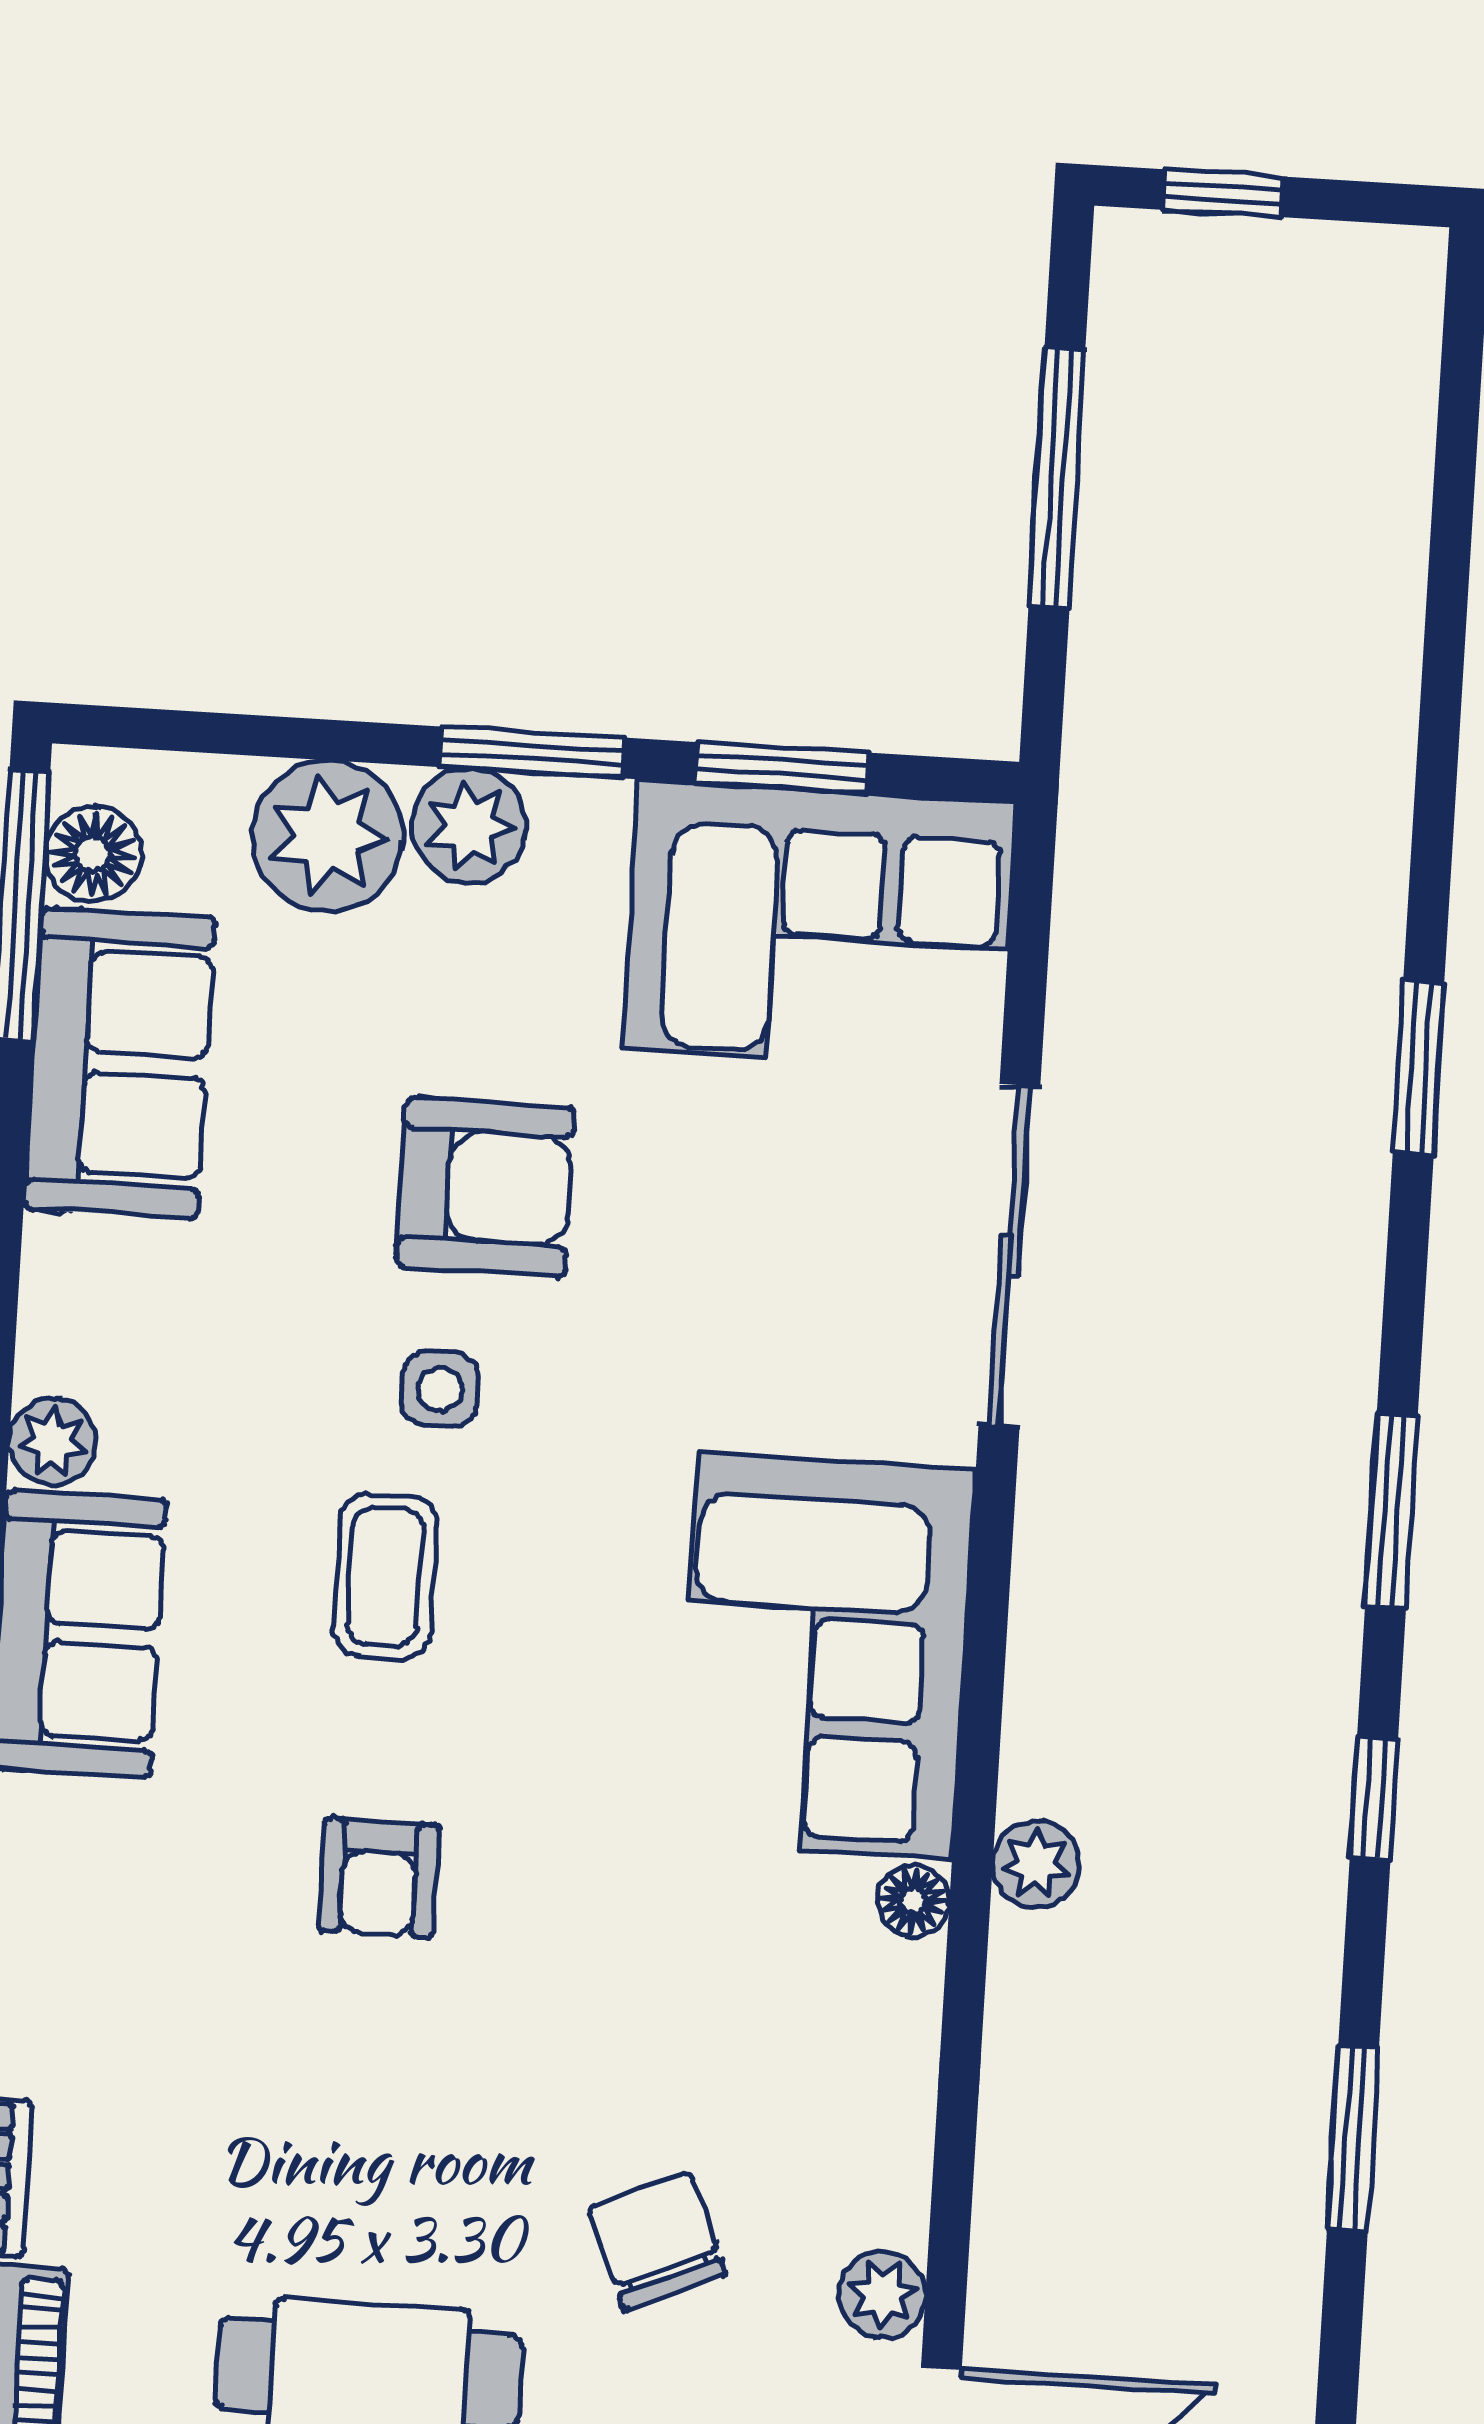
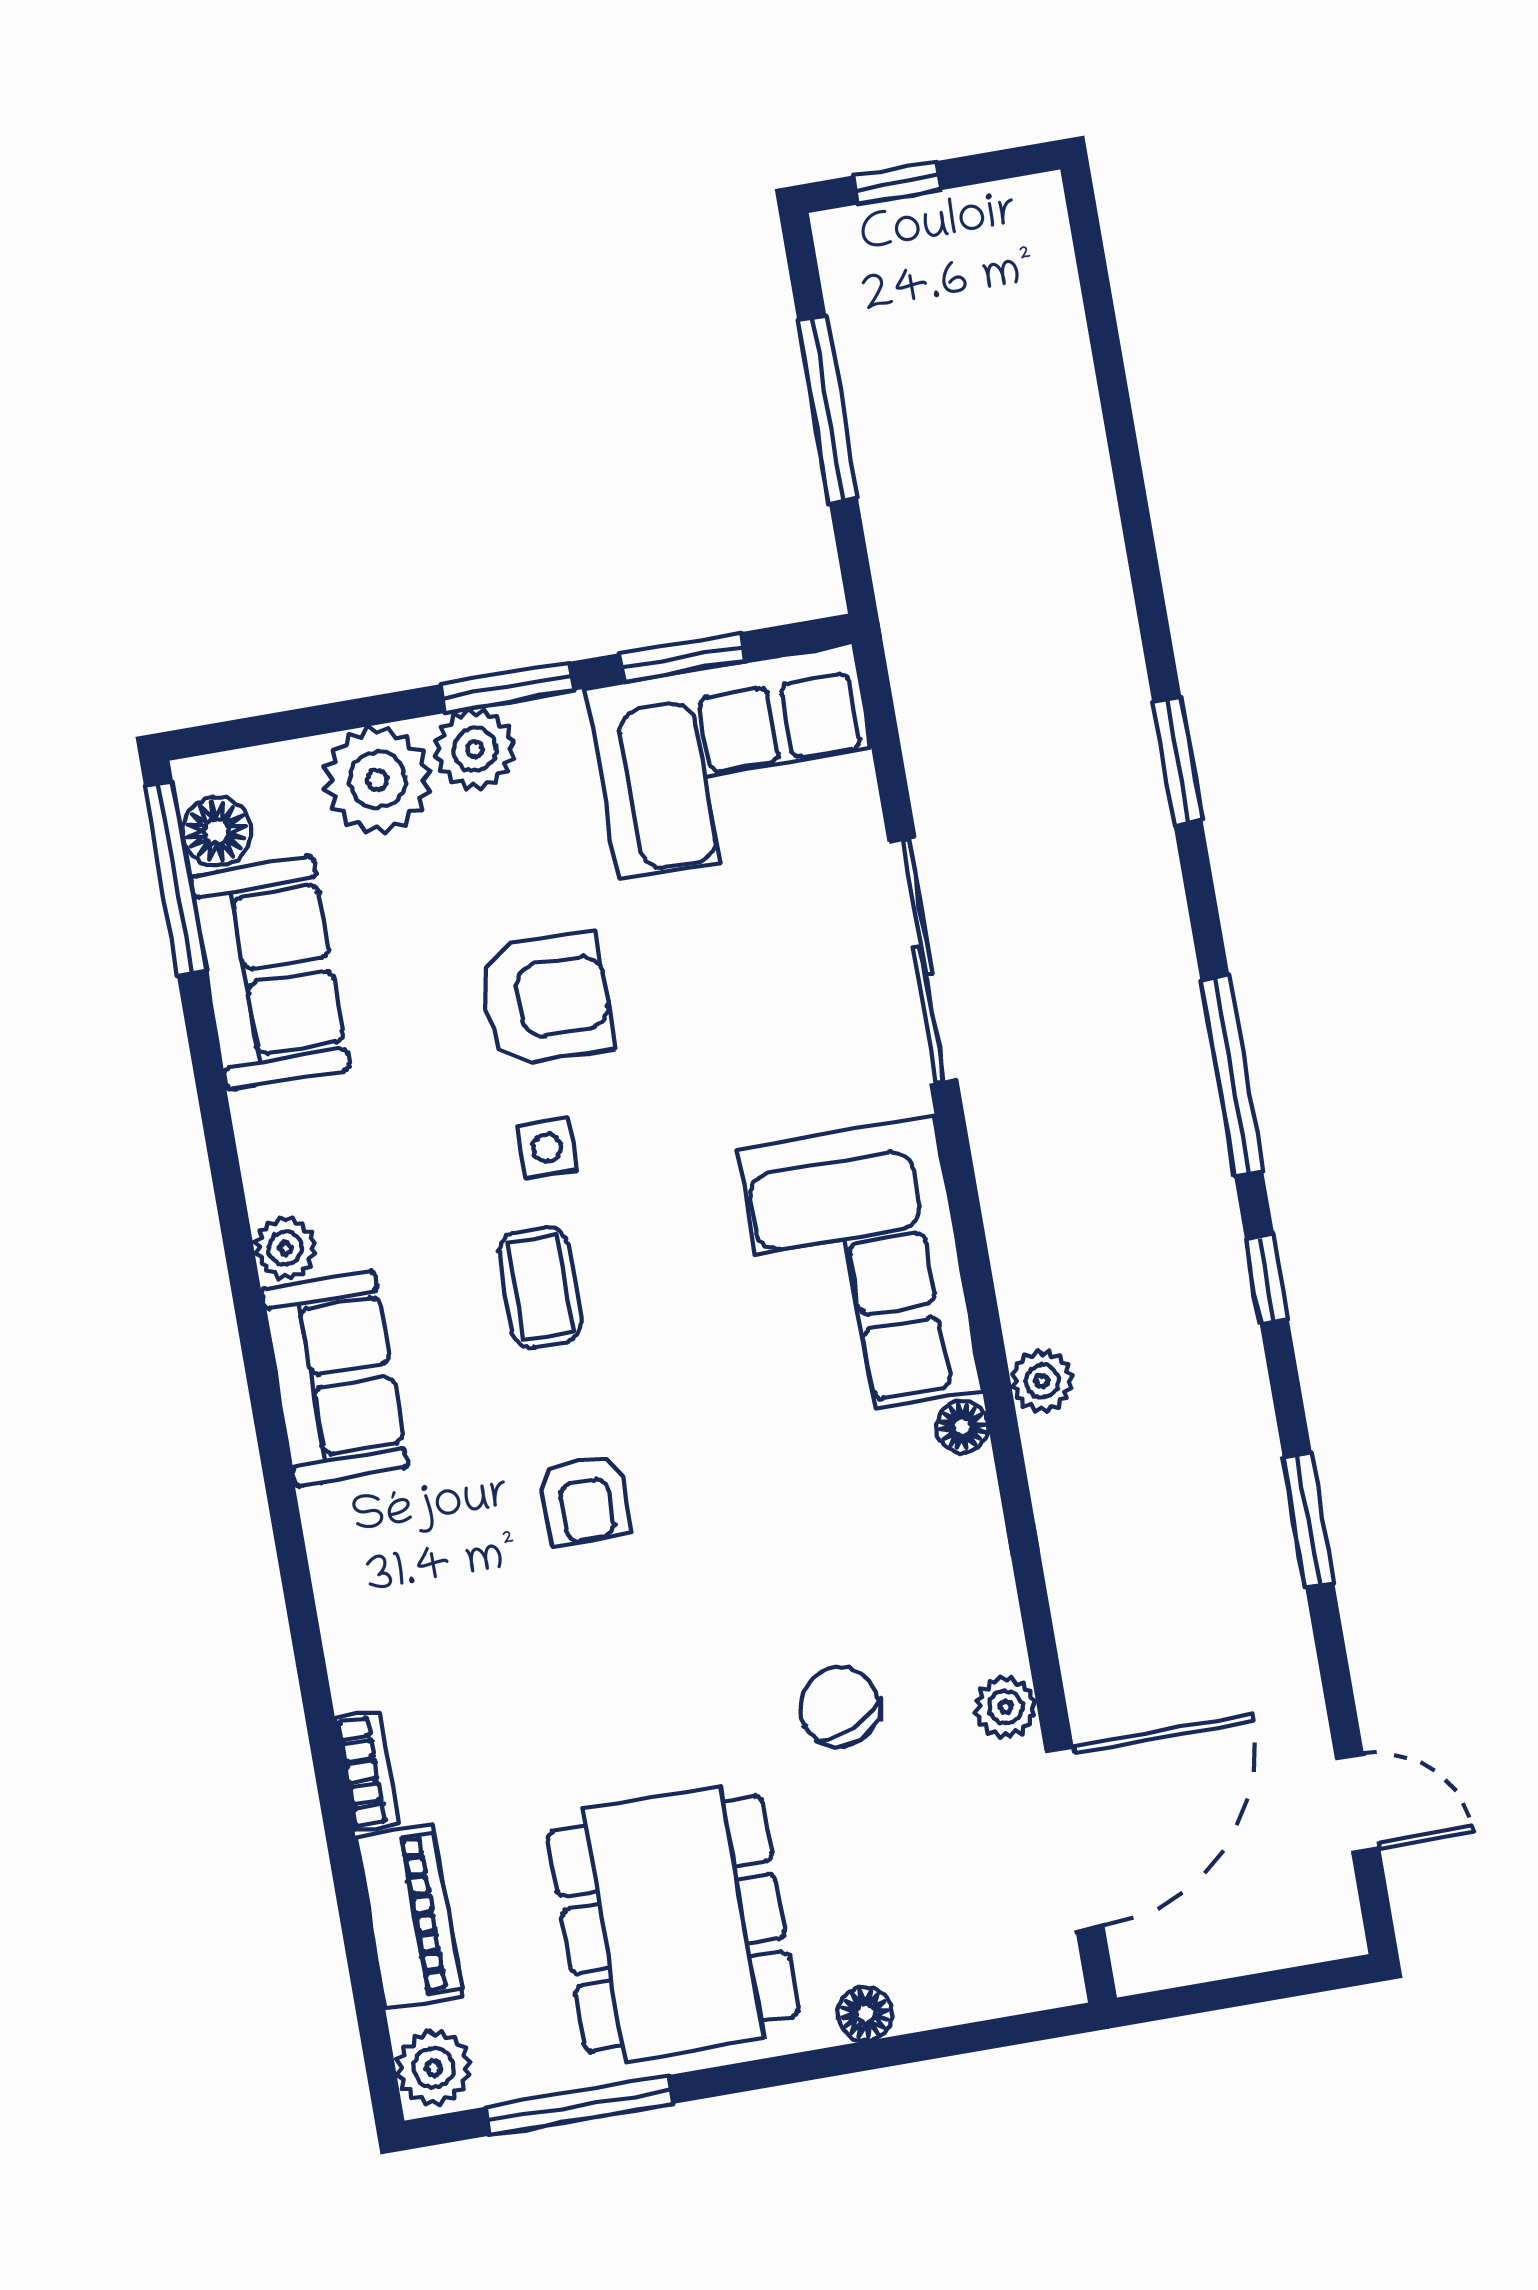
window: (1391, 1511) -> (1232, 1076), width x1.44

